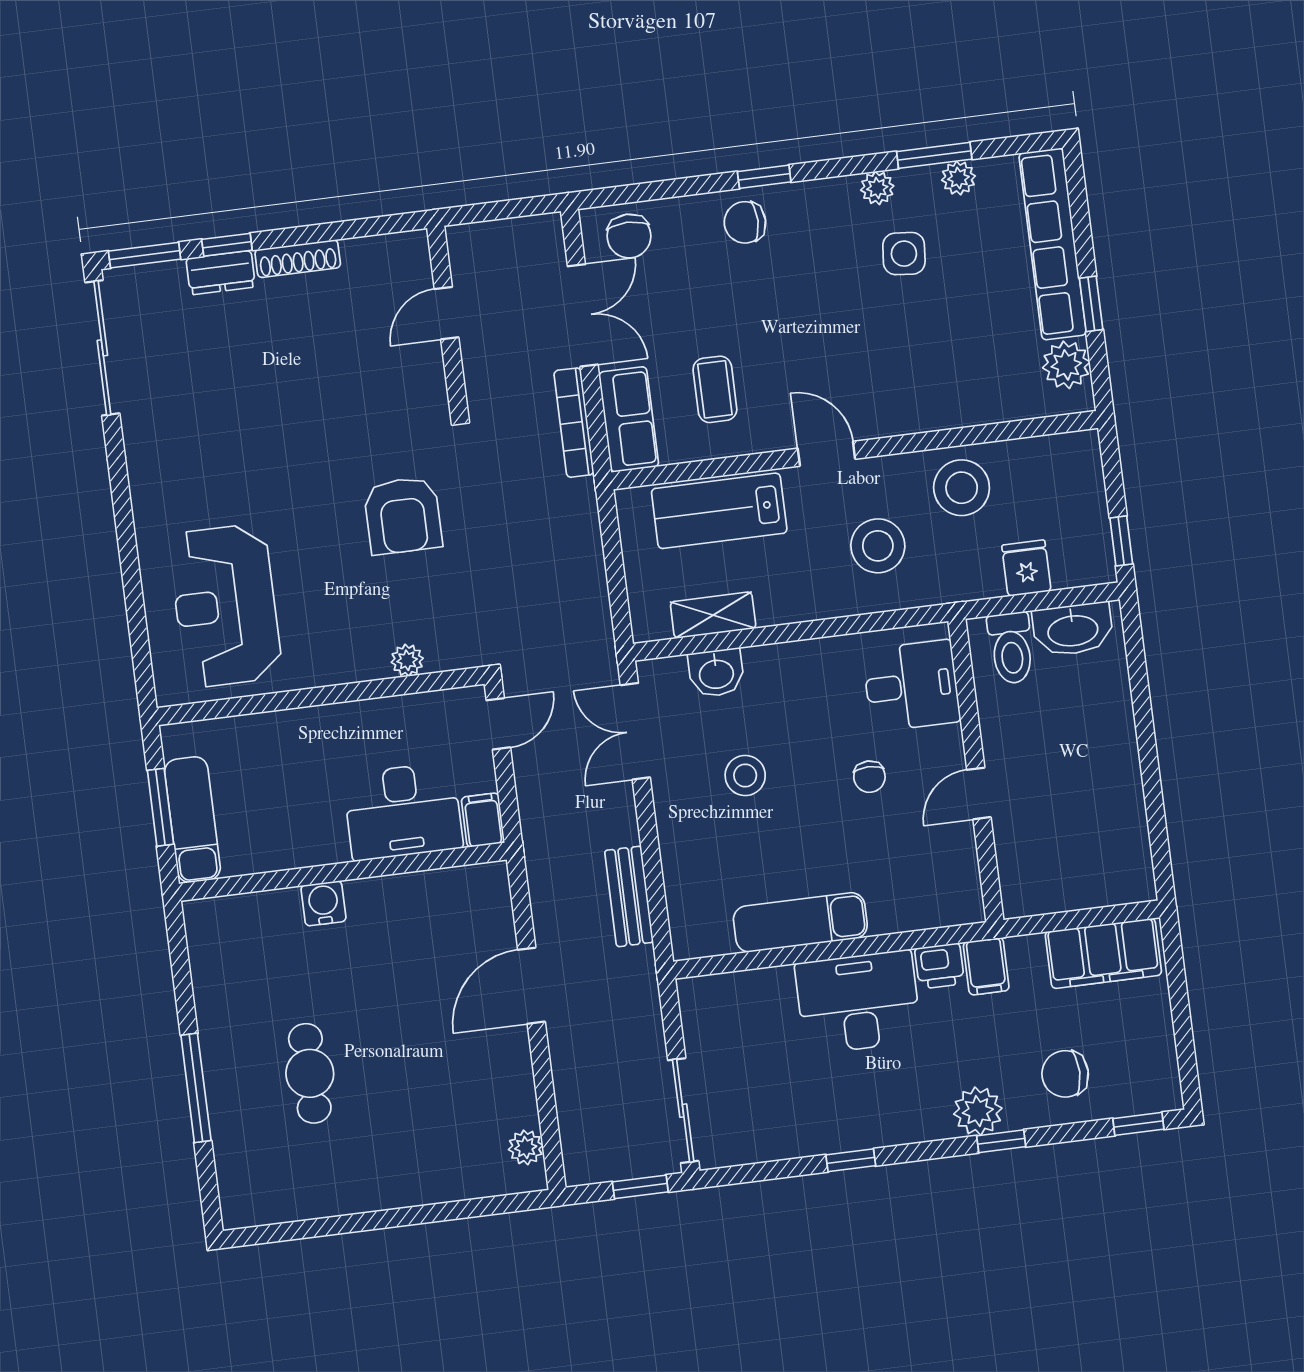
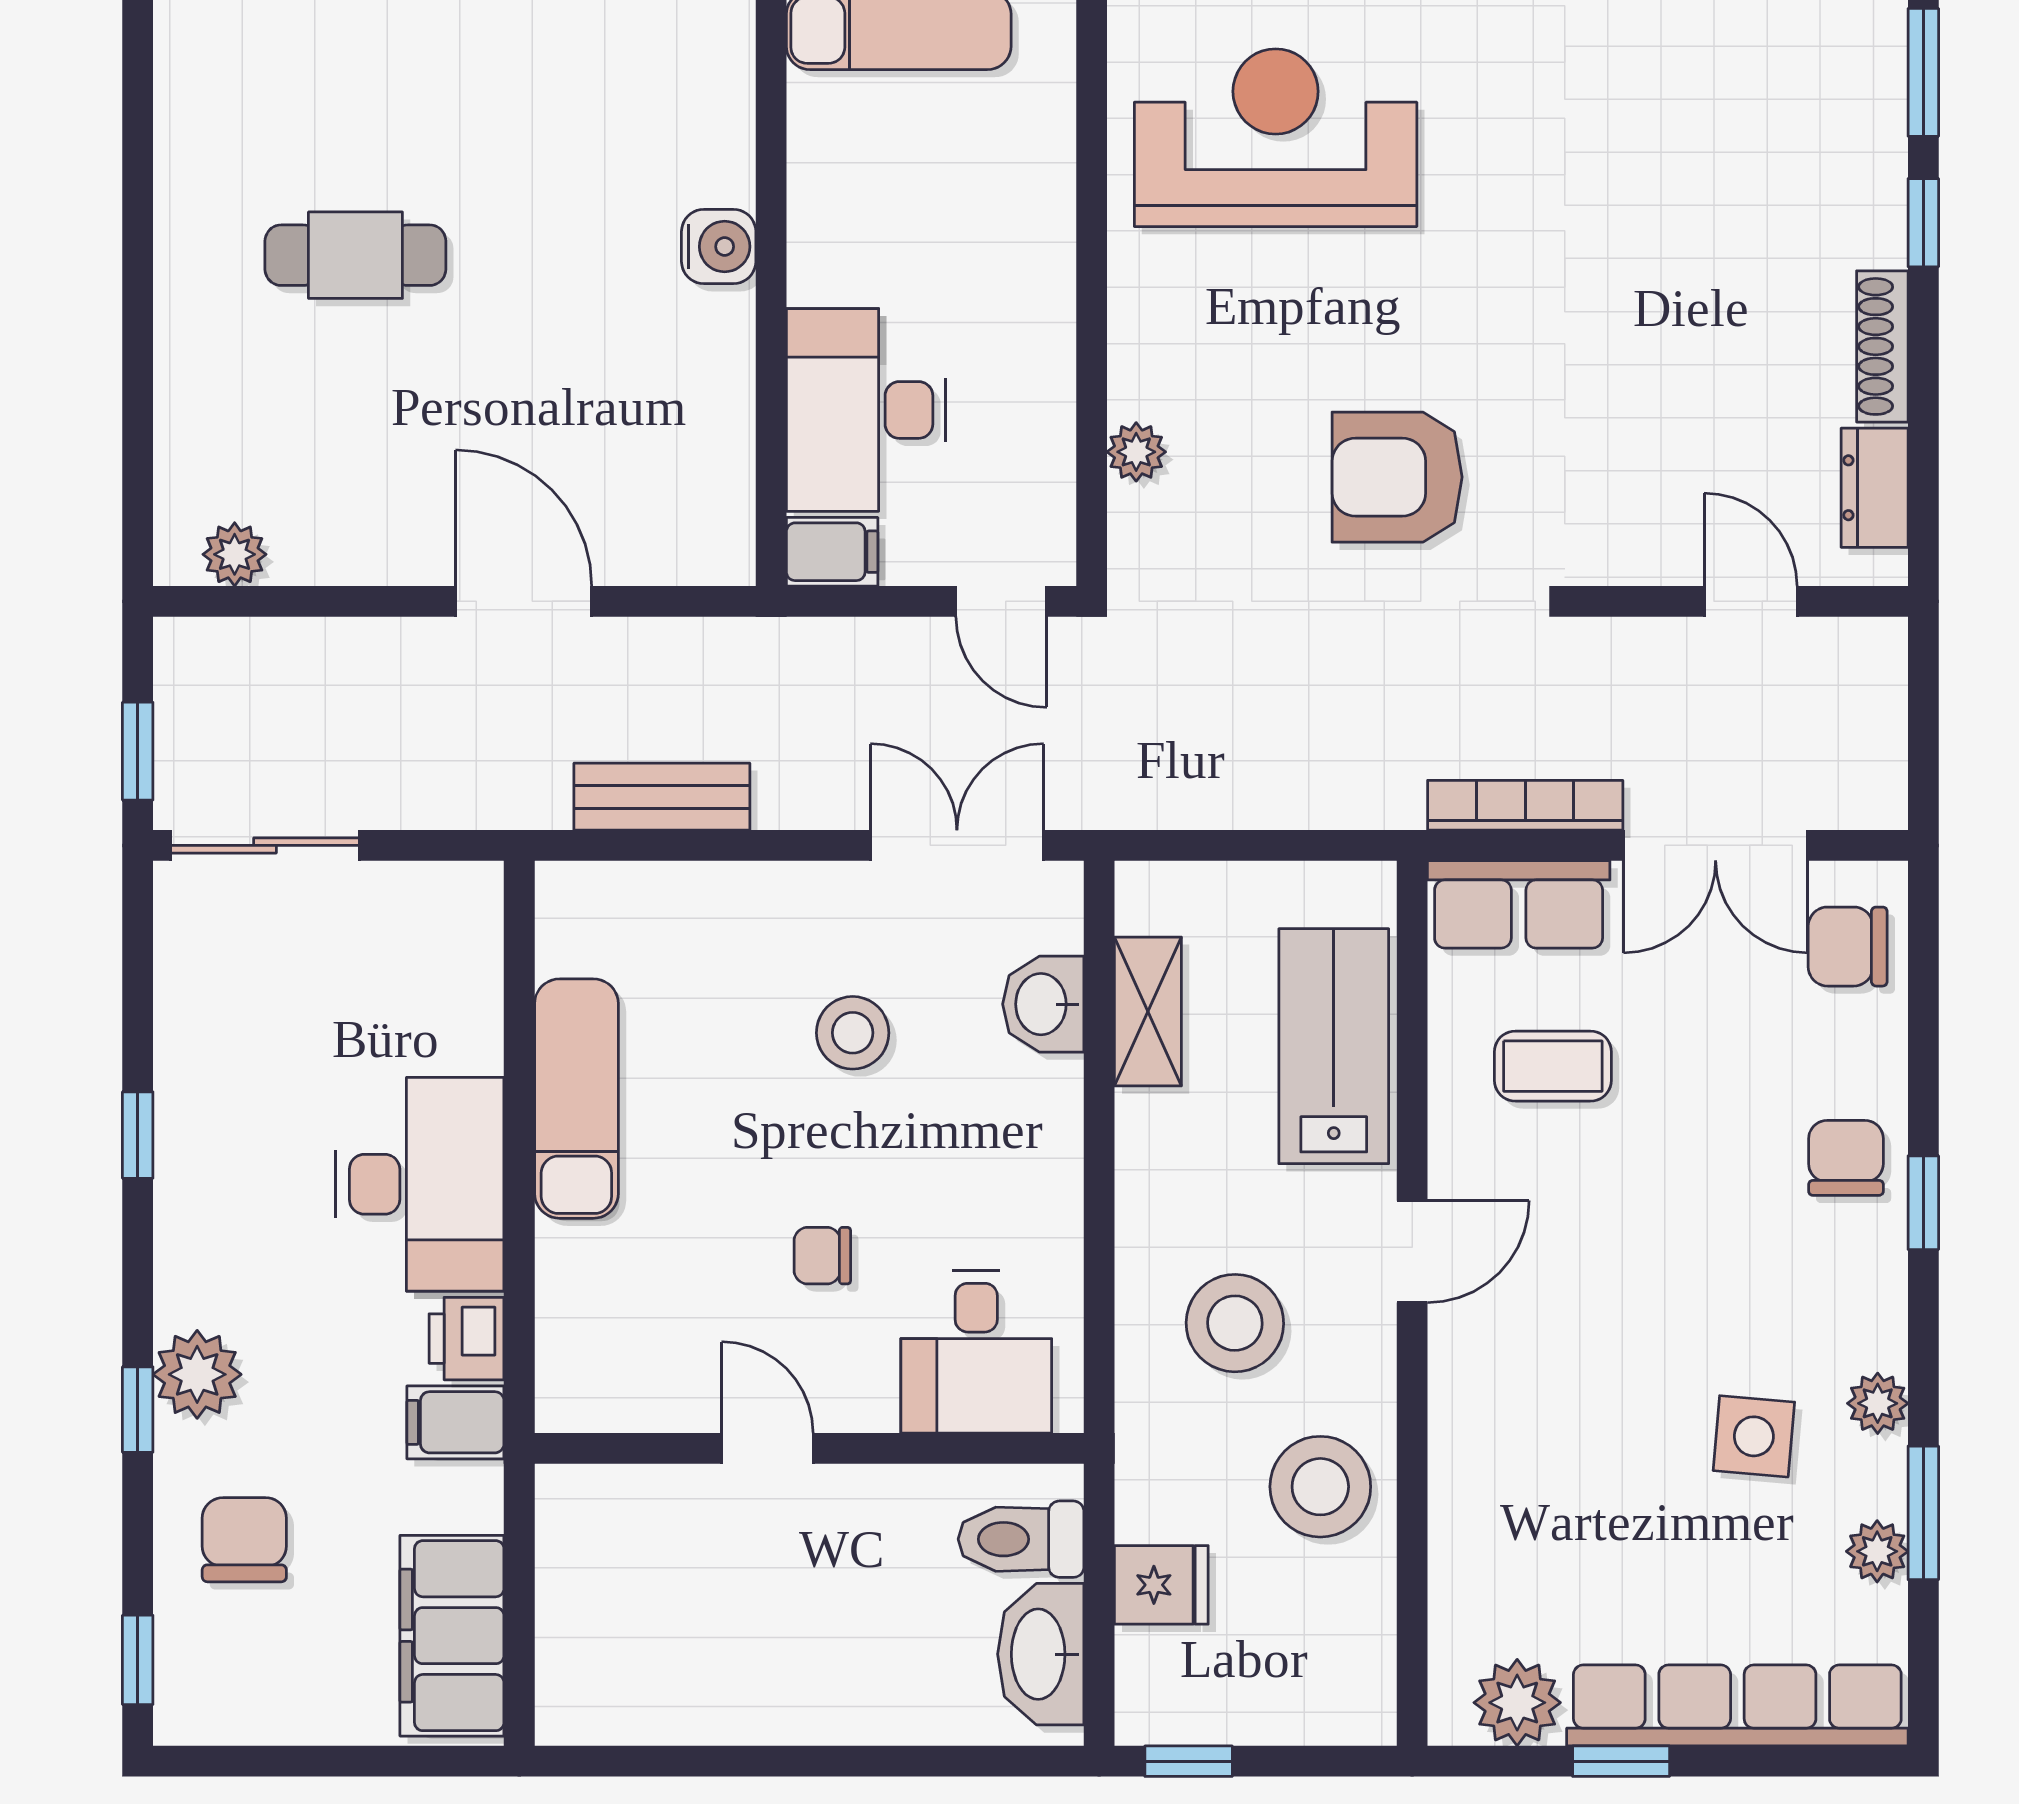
dresser: (221, 273) -> (1875, 488), moved
cafe table: (310, 1073) -> (355, 255), moved

